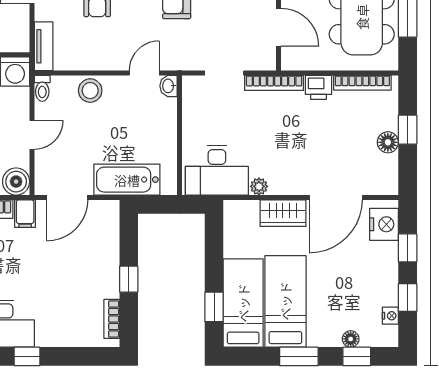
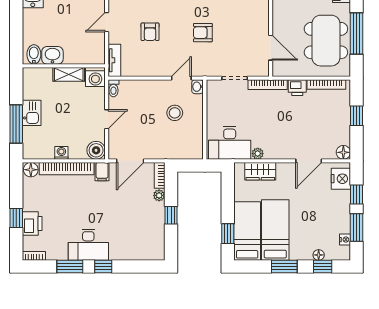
stool: (90, 91) -> (175, 113), moved
floor lamp: (388, 142) -> (343, 152), moved
bathtub: (127, 180) -> (170, 149), removed
door: (336, 197) -> (309, 161), width x0.73
wardrobe: (283, 213) -> (260, 171), moved
plant: (111, 249) -> (159, 195), added
window: (408, 298) -> (356, 227), width x1.50
bookcase: (112, 319) -> (160, 175), moved

